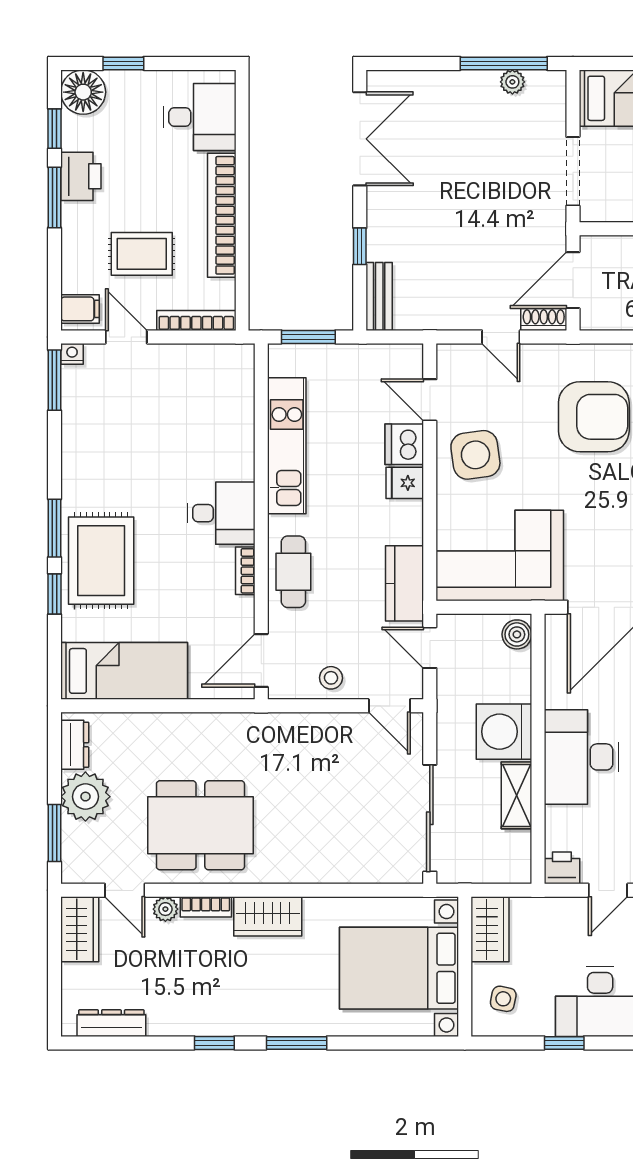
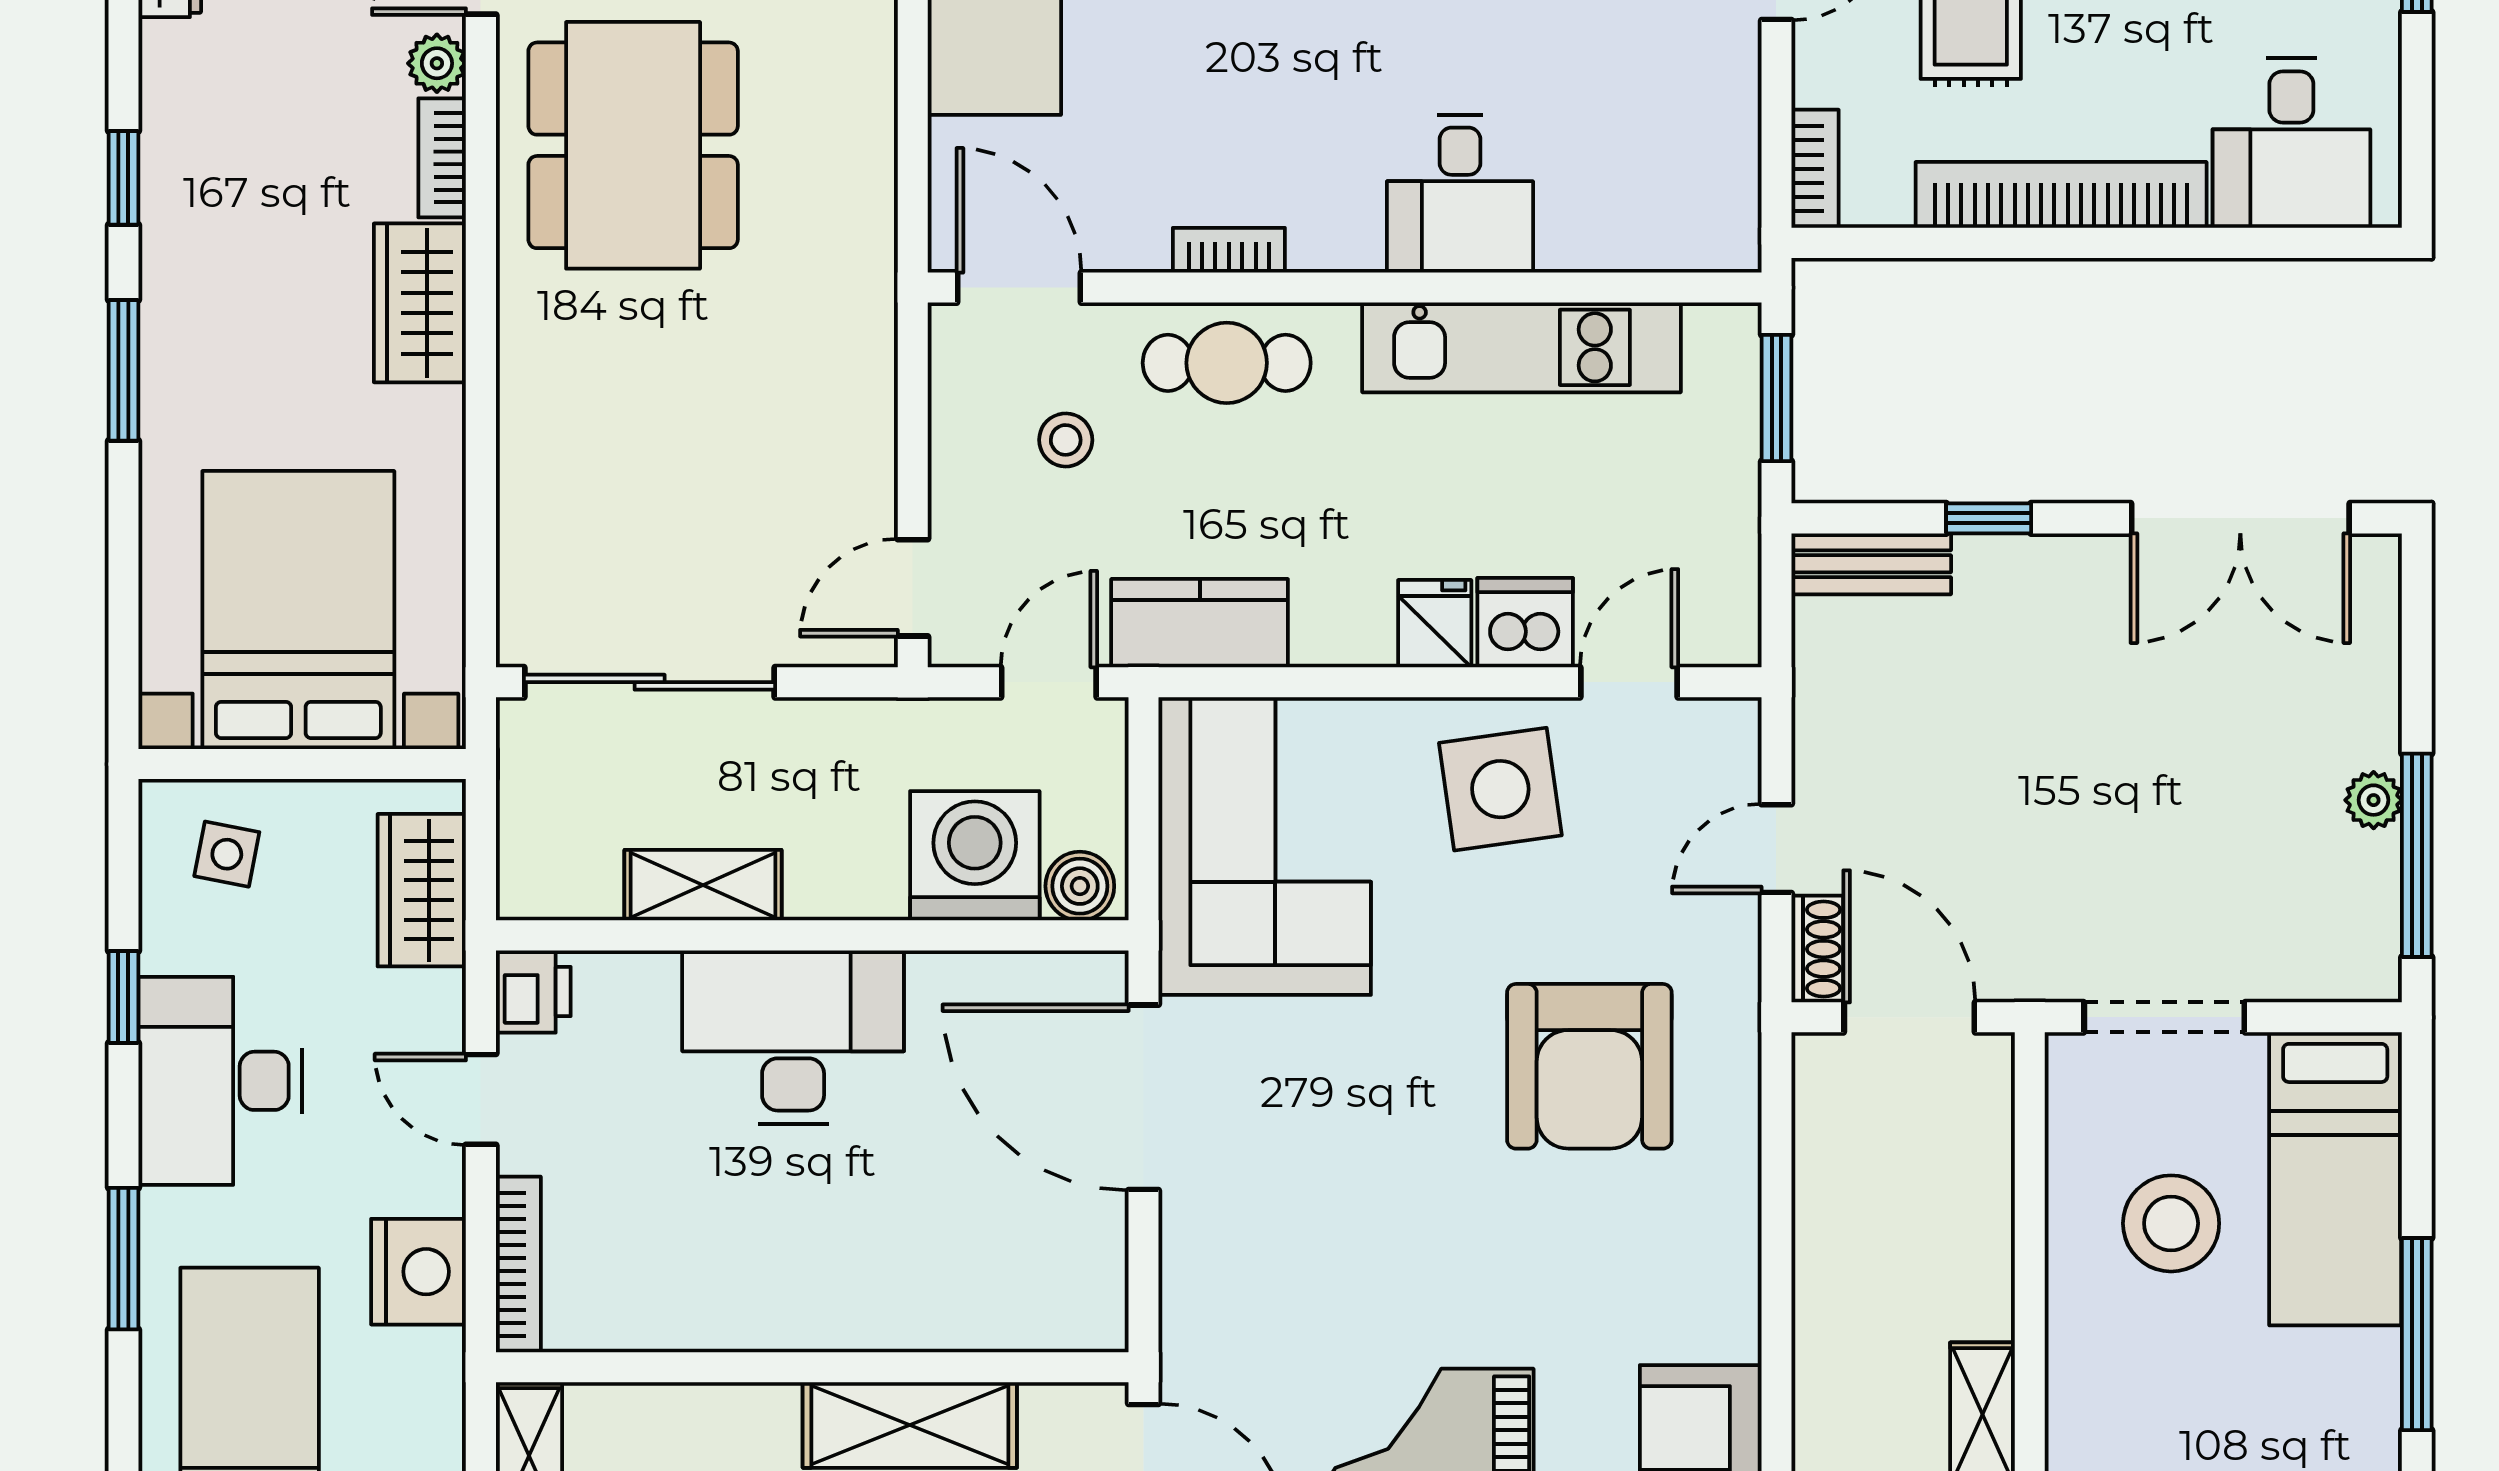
plant: (512, 82) -> (2374, 800), moved
bookcase: (196, 320) -> (1815, 169), width x0.64
desk: (221, 513) -> (1460, 194), moved
stool: (331, 678) -> (1066, 440), moved
washing machine: (504, 732) -> (975, 856), moved
wardrobe: (490, 929) -> (422, 890), moved, turned 90

